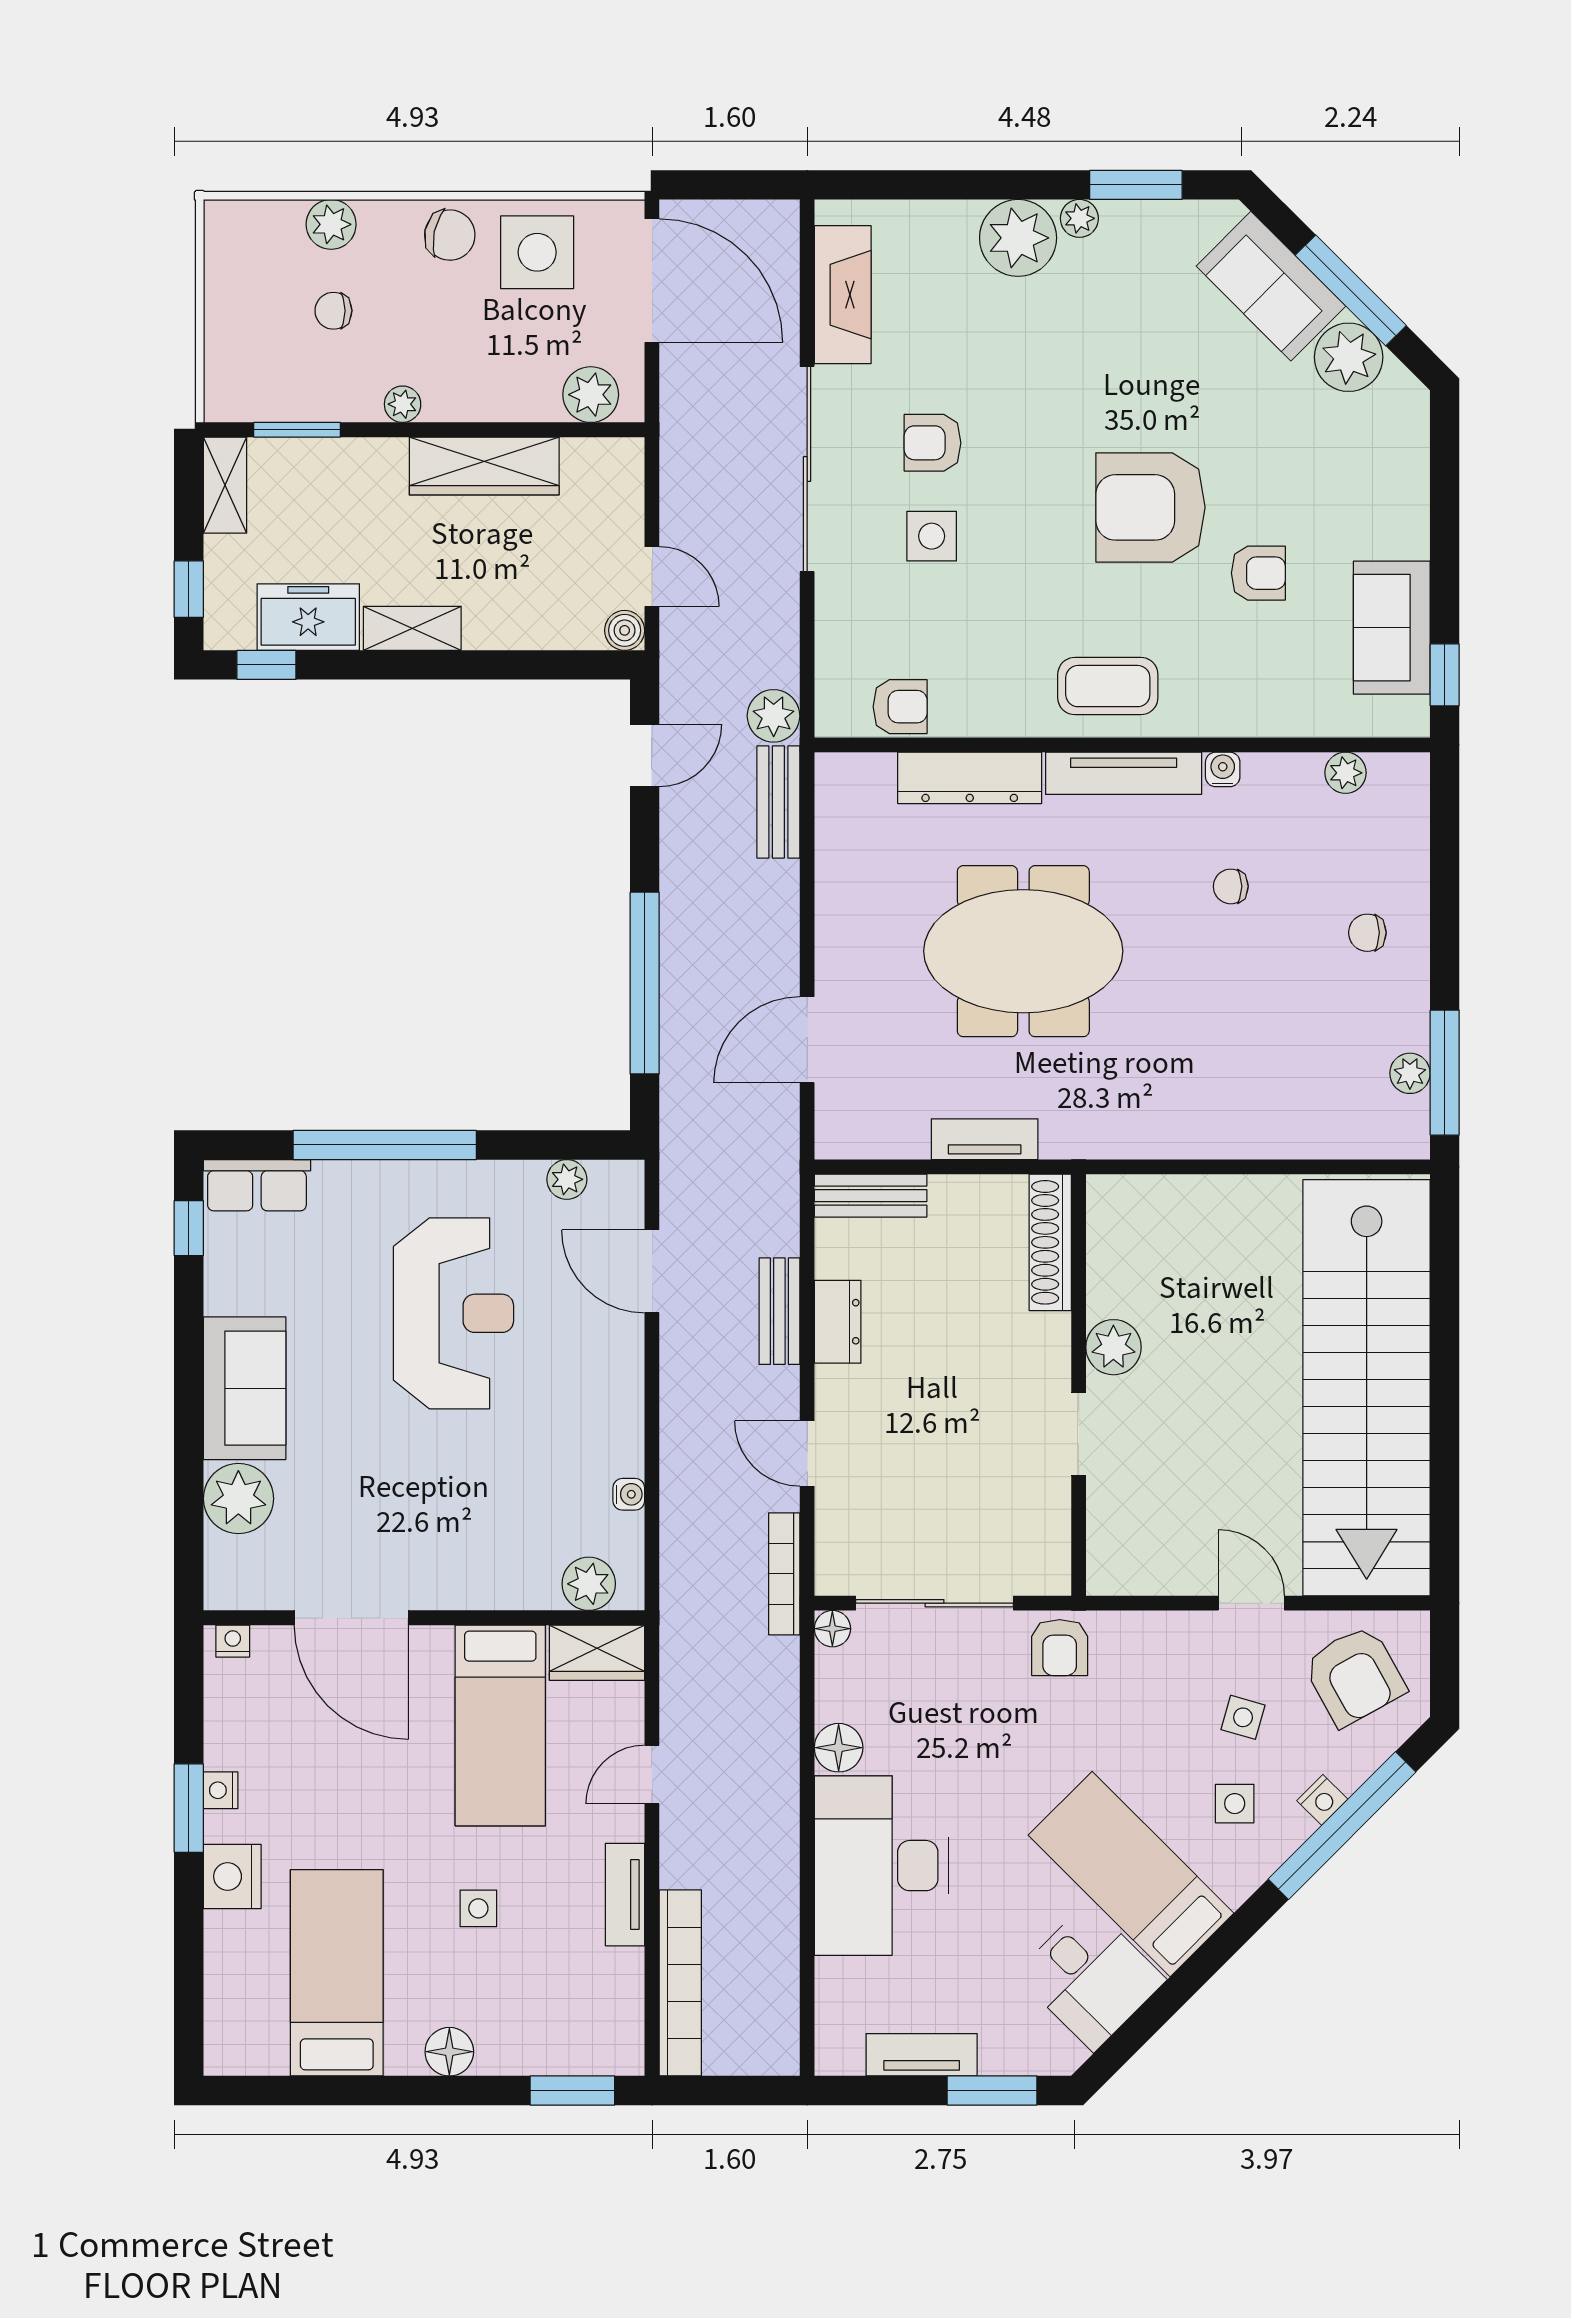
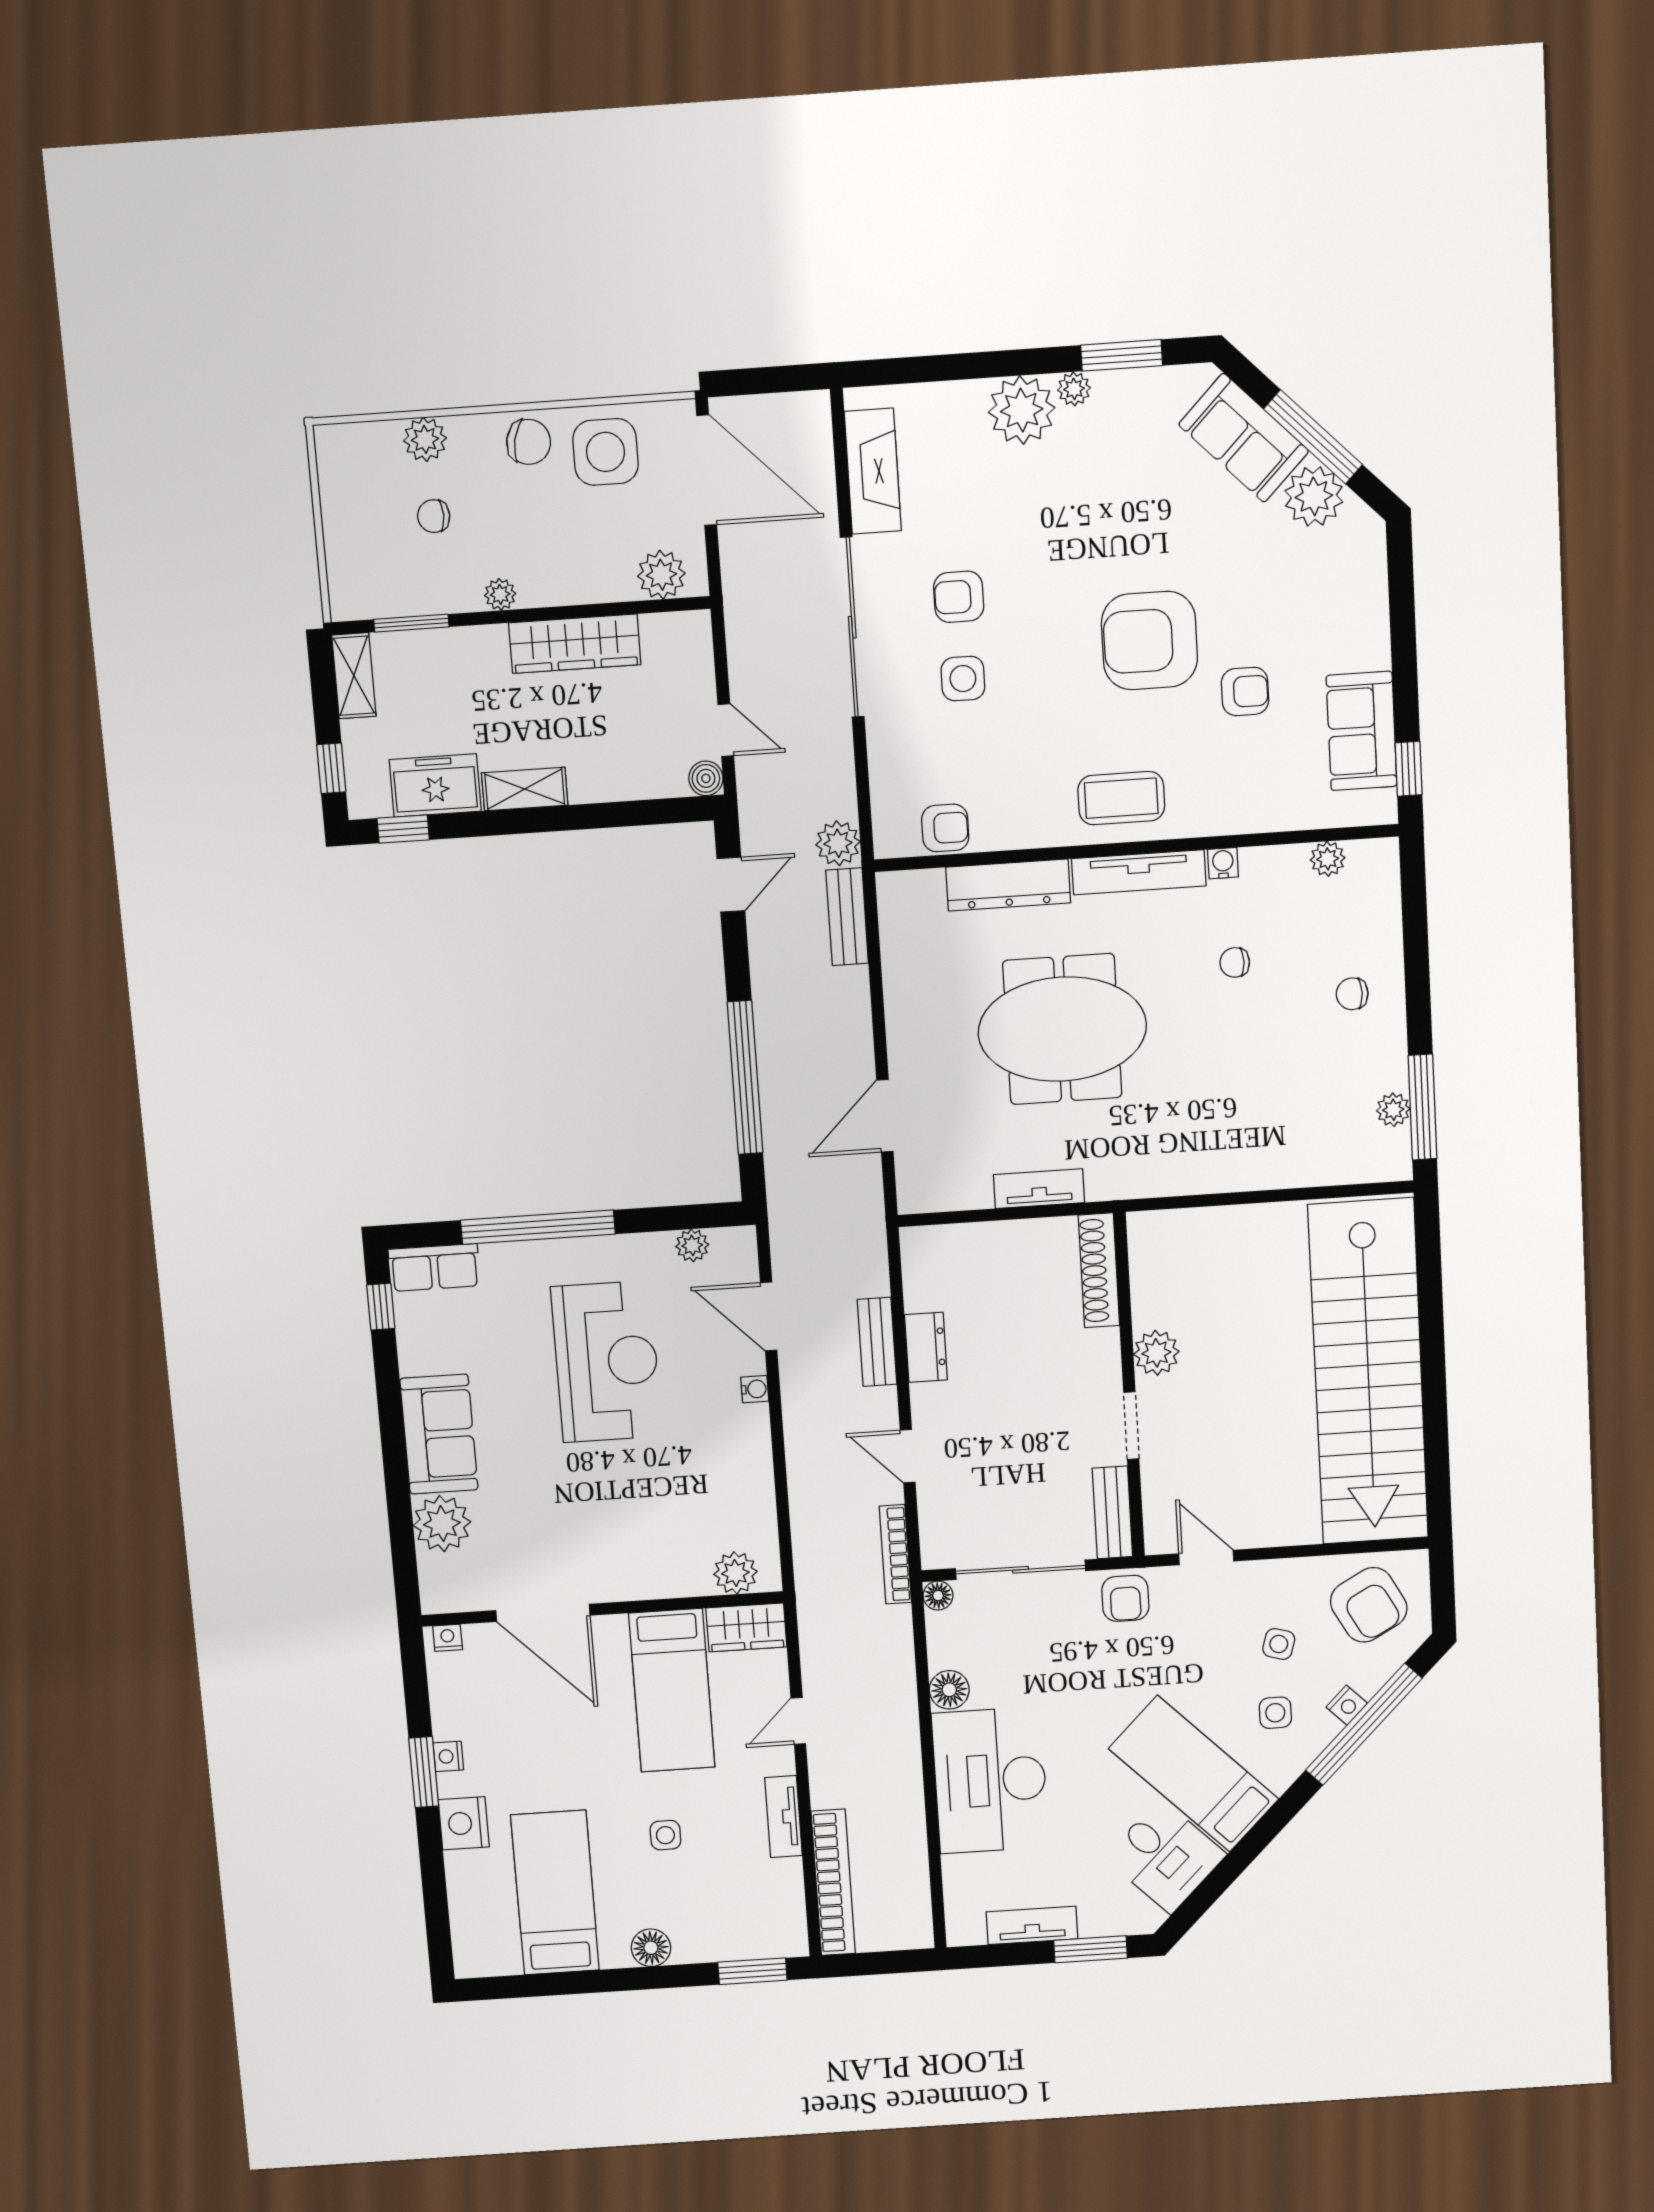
bench: (871, 1196) -> (1112, 1512), moved, turned 90
water cooler: (629, 1494) -> (755, 1389), moved
door: (1251, 1603) -> (1206, 1557), moved

